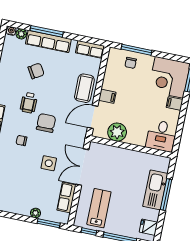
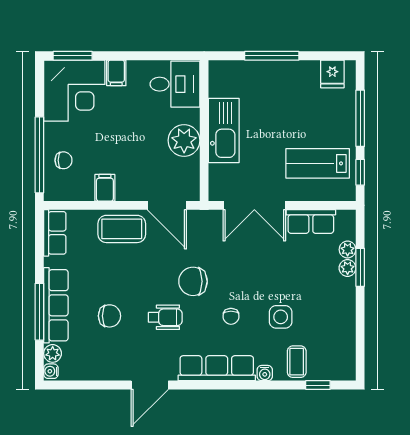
window: (137, 50) -> (39, 155), width x1.46
chair: (36, 71) -> (109, 316), turned 121
filing cabinet: (107, 96) -> (105, 188), moved
plant: (117, 132) -> (184, 140), moved
side table: (49, 163) -> (281, 317), moved
kitchen sink: (155, 190) -> (224, 130), moved, turned -90
plant: (46, 215) -> (348, 250), added
window: (49, 223) -> (360, 267), moved

